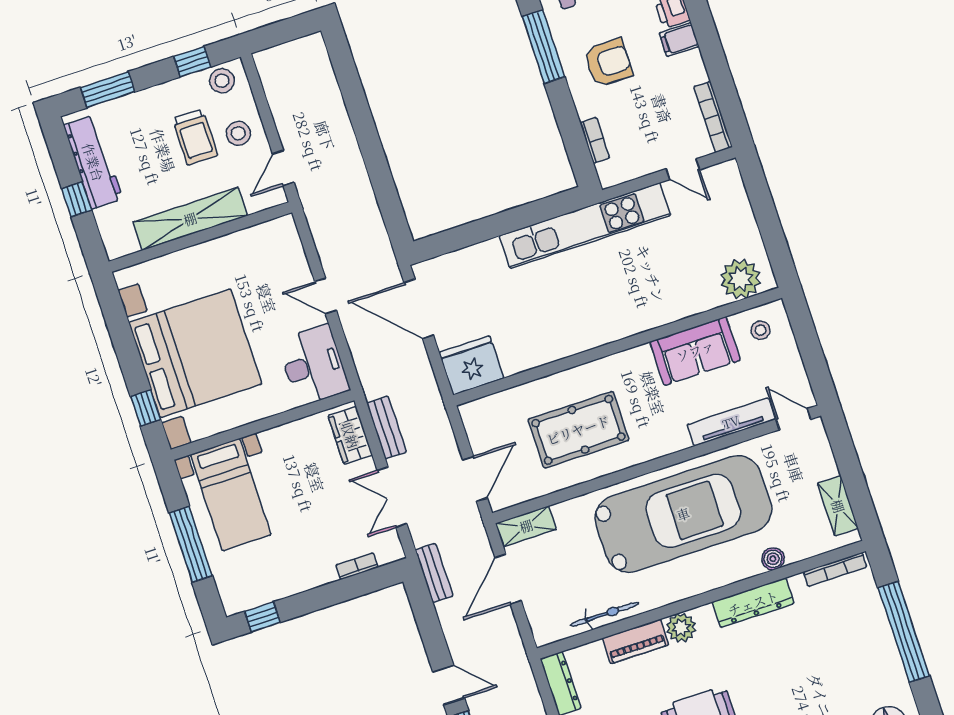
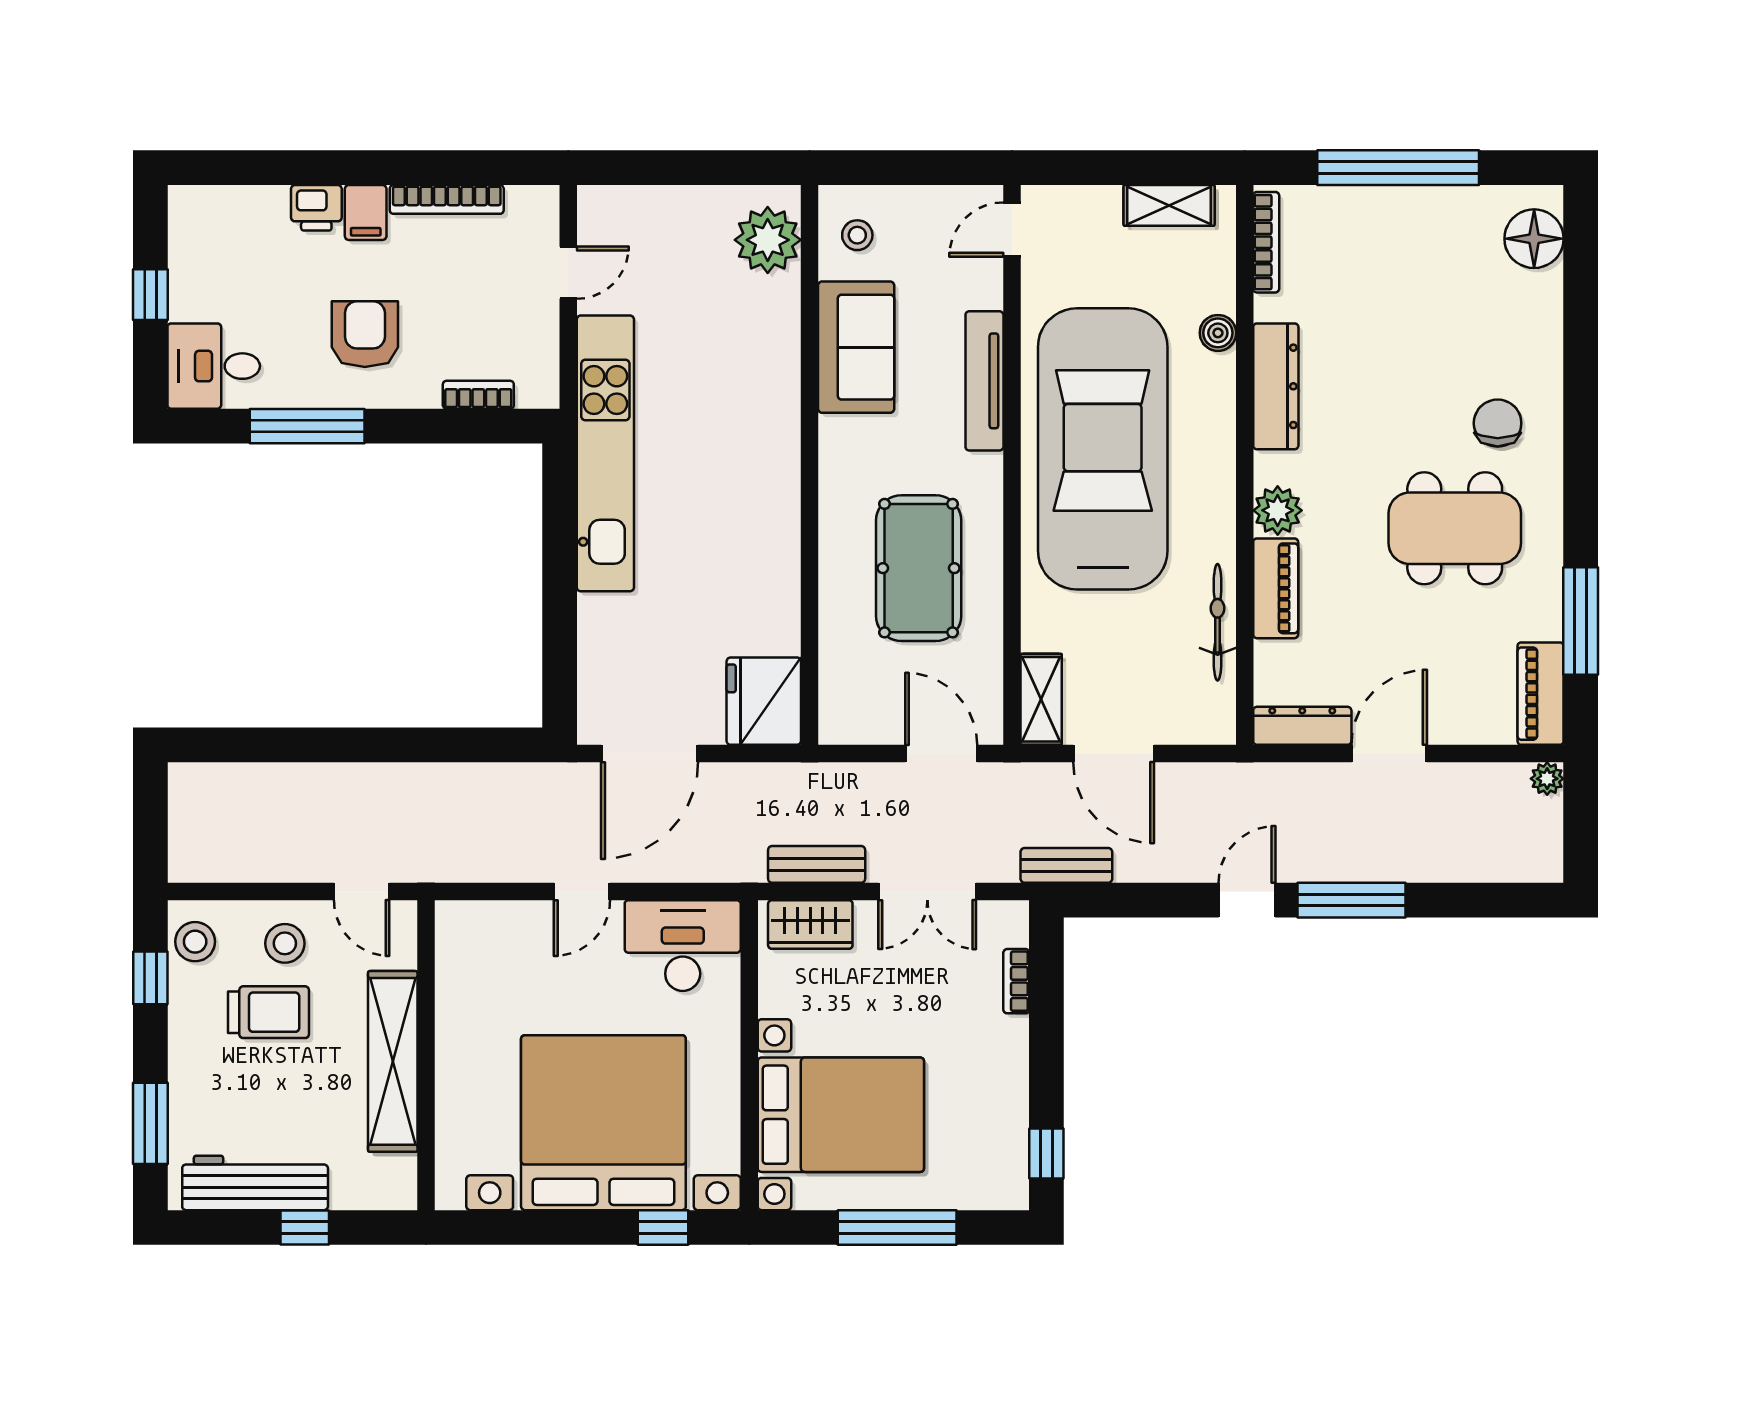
bookcase: (713, 117) -> (447, 199), moved
tv unit: (731, 422) -> (984, 381), moved
bed with nightstands: (231, 495) -> (841, 1115), width x1.36

